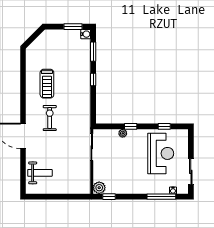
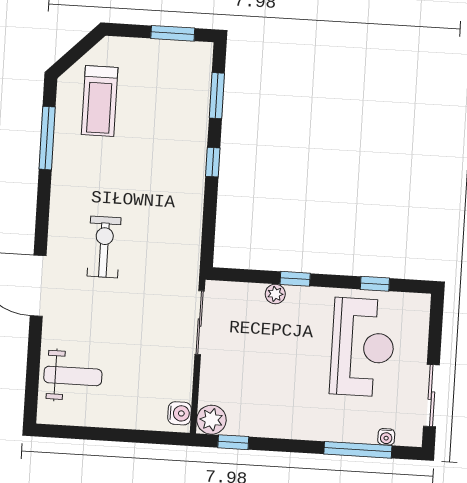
water cooler: (86, 34) -> (179, 413), moved
window: (23, 74) -> (47, 138), added
treadmill: (47, 84) -> (100, 101), moved

